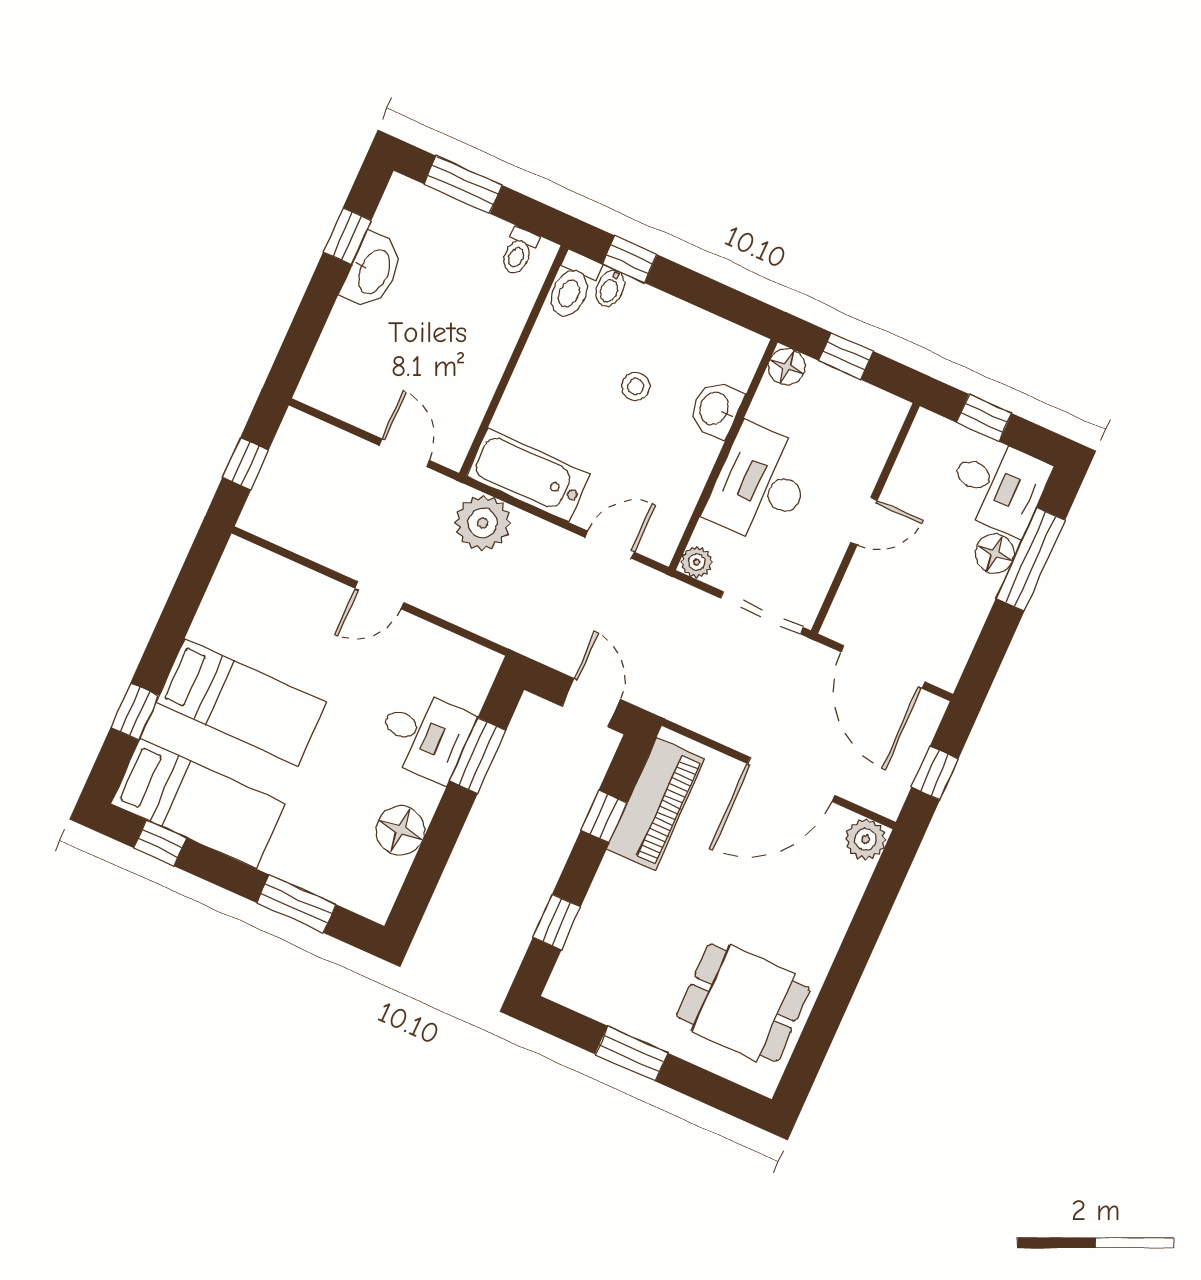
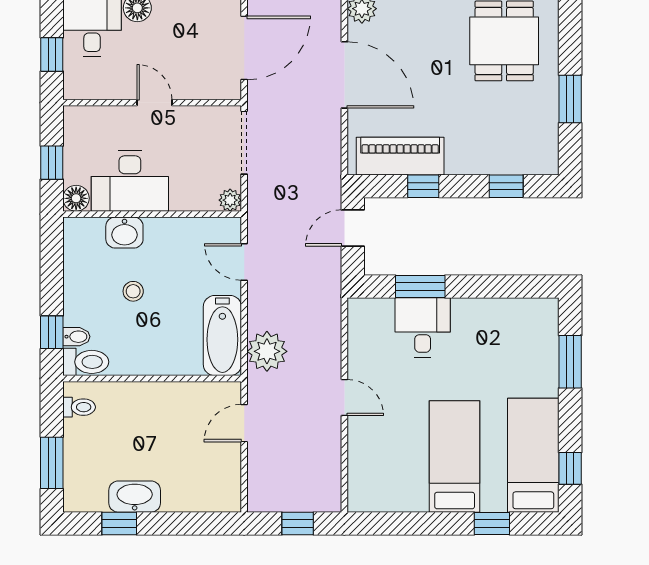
desk: (760, 484) -> (130, 181), moved
floor lamp: (400, 830) -> (492, 315), removed

